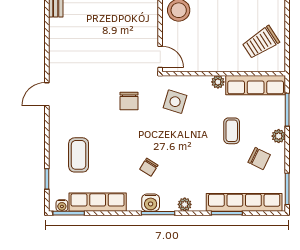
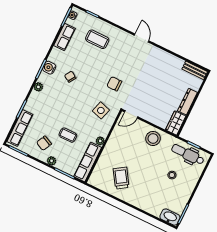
trolley: (261, 42) -> (121, 178), moved
row of seats: (98, 202) -> (64, 37), width x0.68
row of seats: (244, 202) -> (20, 128), width x0.73

